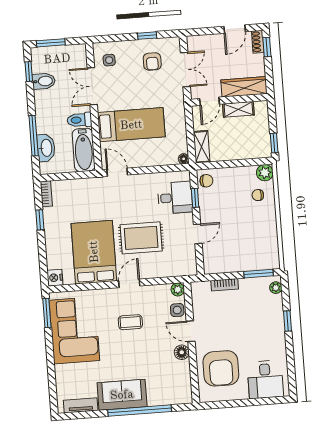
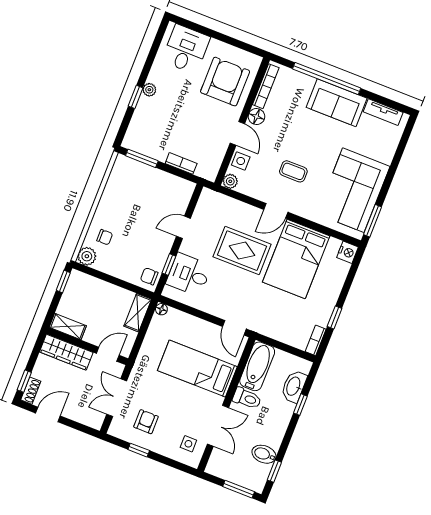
shelving: (238, 109) -> (68, 326), moved
window: (34, 136) -> (300, 405), width x0.46
plant: (276, 288) -> (149, 90), moved
bookcase: (186, 381) -> (266, 86), added

